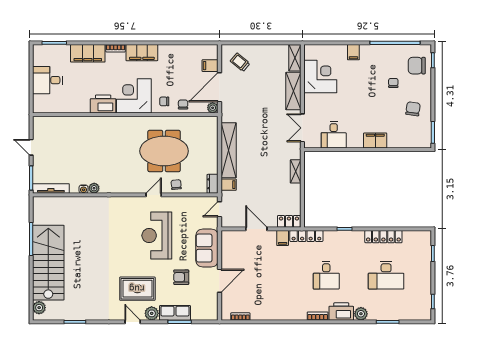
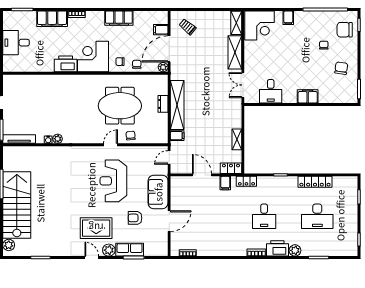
filing cabinet: (142, 53) -> (119, 18), moved
corner desk: (320, 76) -> (260, 25), moved, turned 90
shelving: (296, 171) -> (237, 139), moved
dresser: (213, 184) -> (163, 104), moved
locker: (306, 236) -> (246, 181), width x0.66

